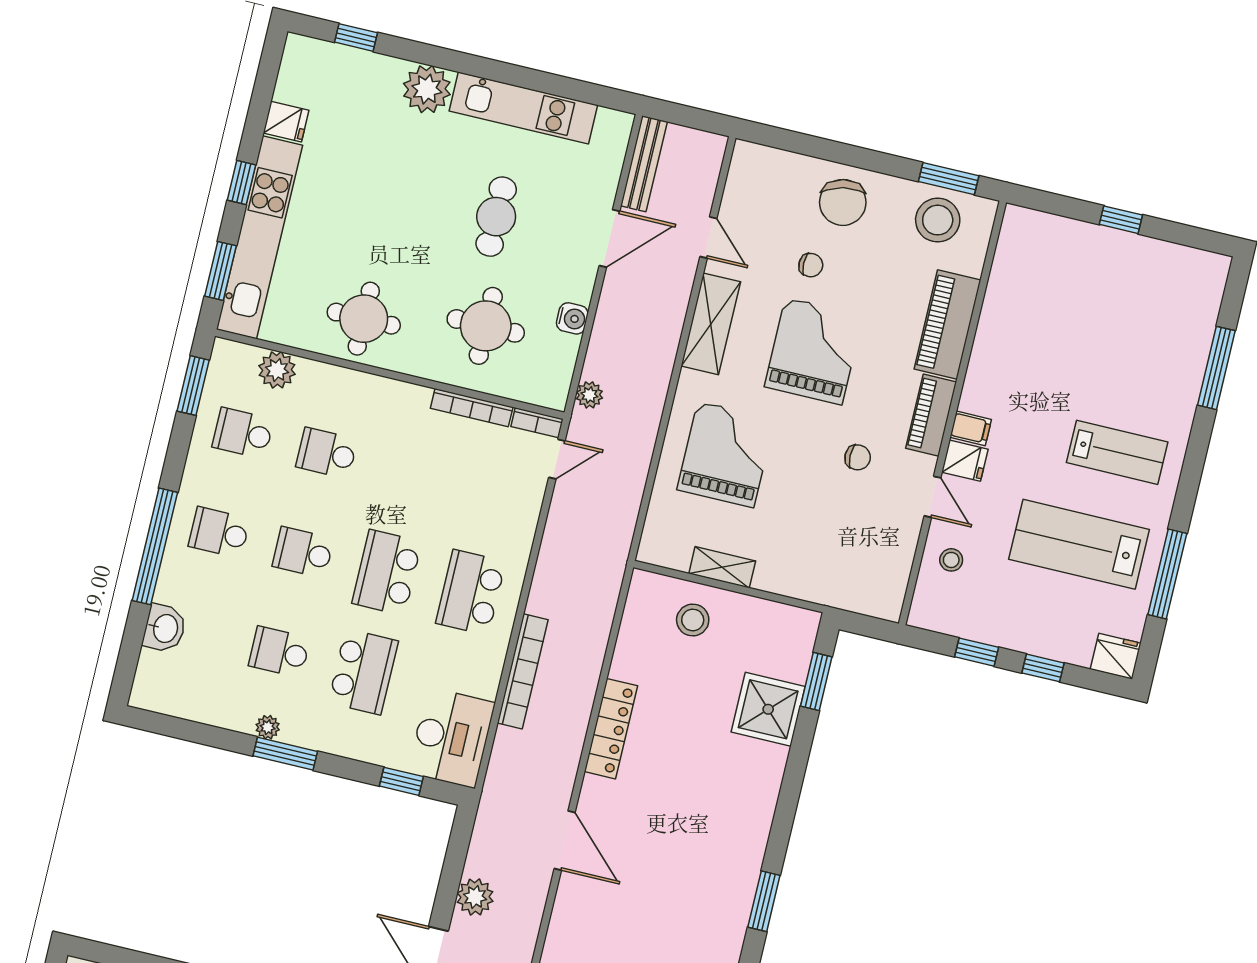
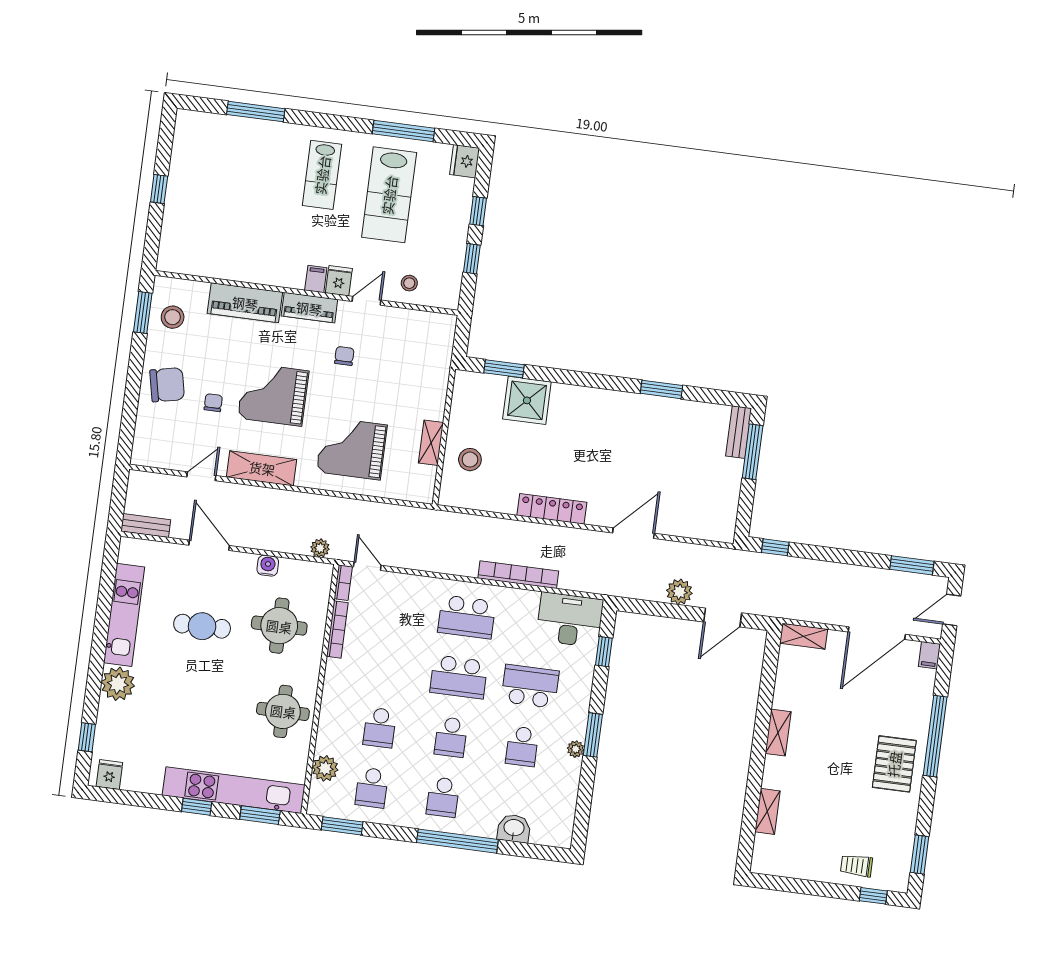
fridge: (286, 122) -> (109, 775), moved
bench: (644, 164) -> (146, 525), width x0.73
stool: (938, 220) -> (173, 317), width x0.73, depth x0.73
lab bench: (1117, 452) -> (322, 175), turned 180

